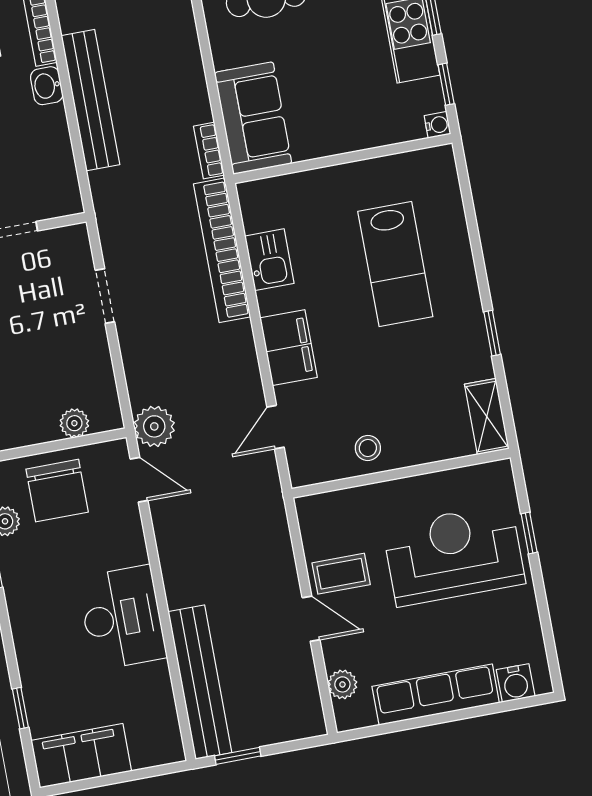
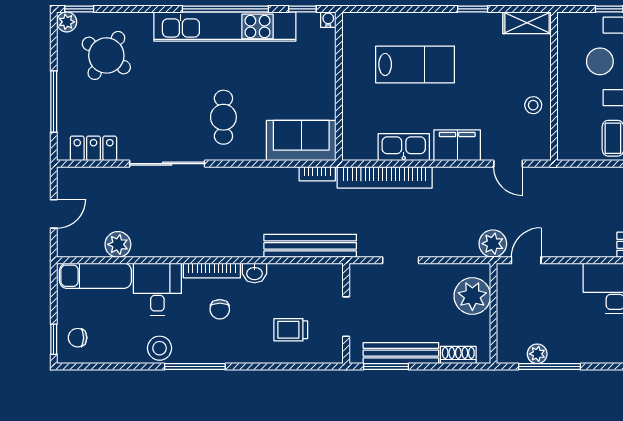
bench: (90, 100) -> (310, 246), moved
kitchen sink: (269, 260) -> (404, 147), width x1.38
plant: (74, 423) -> (472, 296), width x1.87, depth x1.87
chair: (57, 491) -> (523, 316), removed

